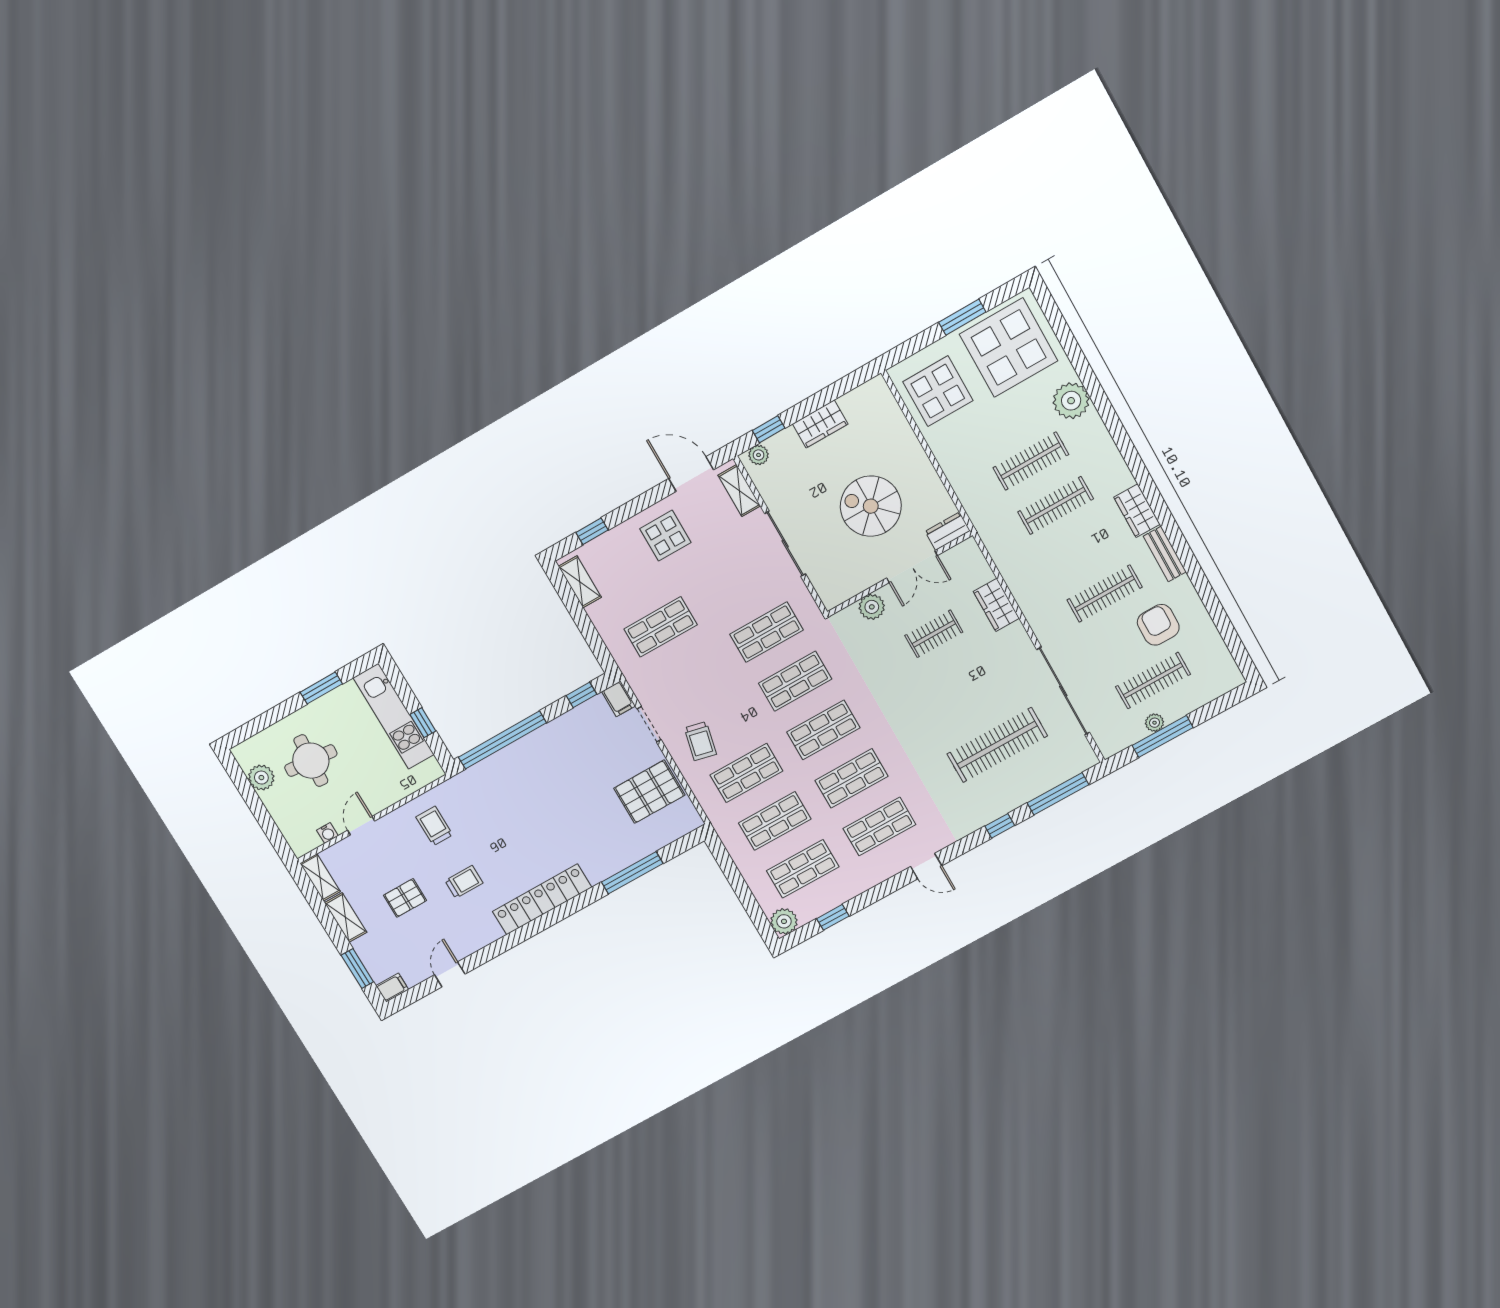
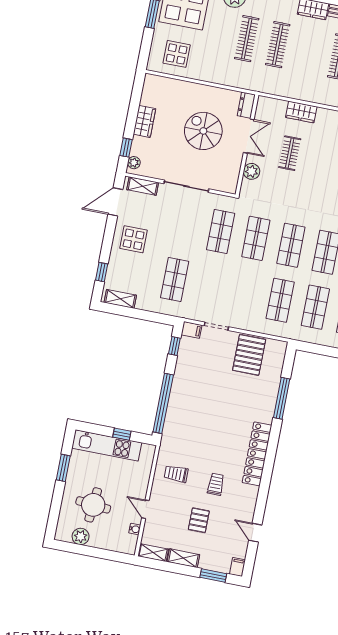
display table: (938, 391) -> (177, 54), width x0.73, depth x0.73
spiral stairs: (871, 506) -> (203, 131), turned 90
trolley: (700, 741) -> (246, 309), removed

